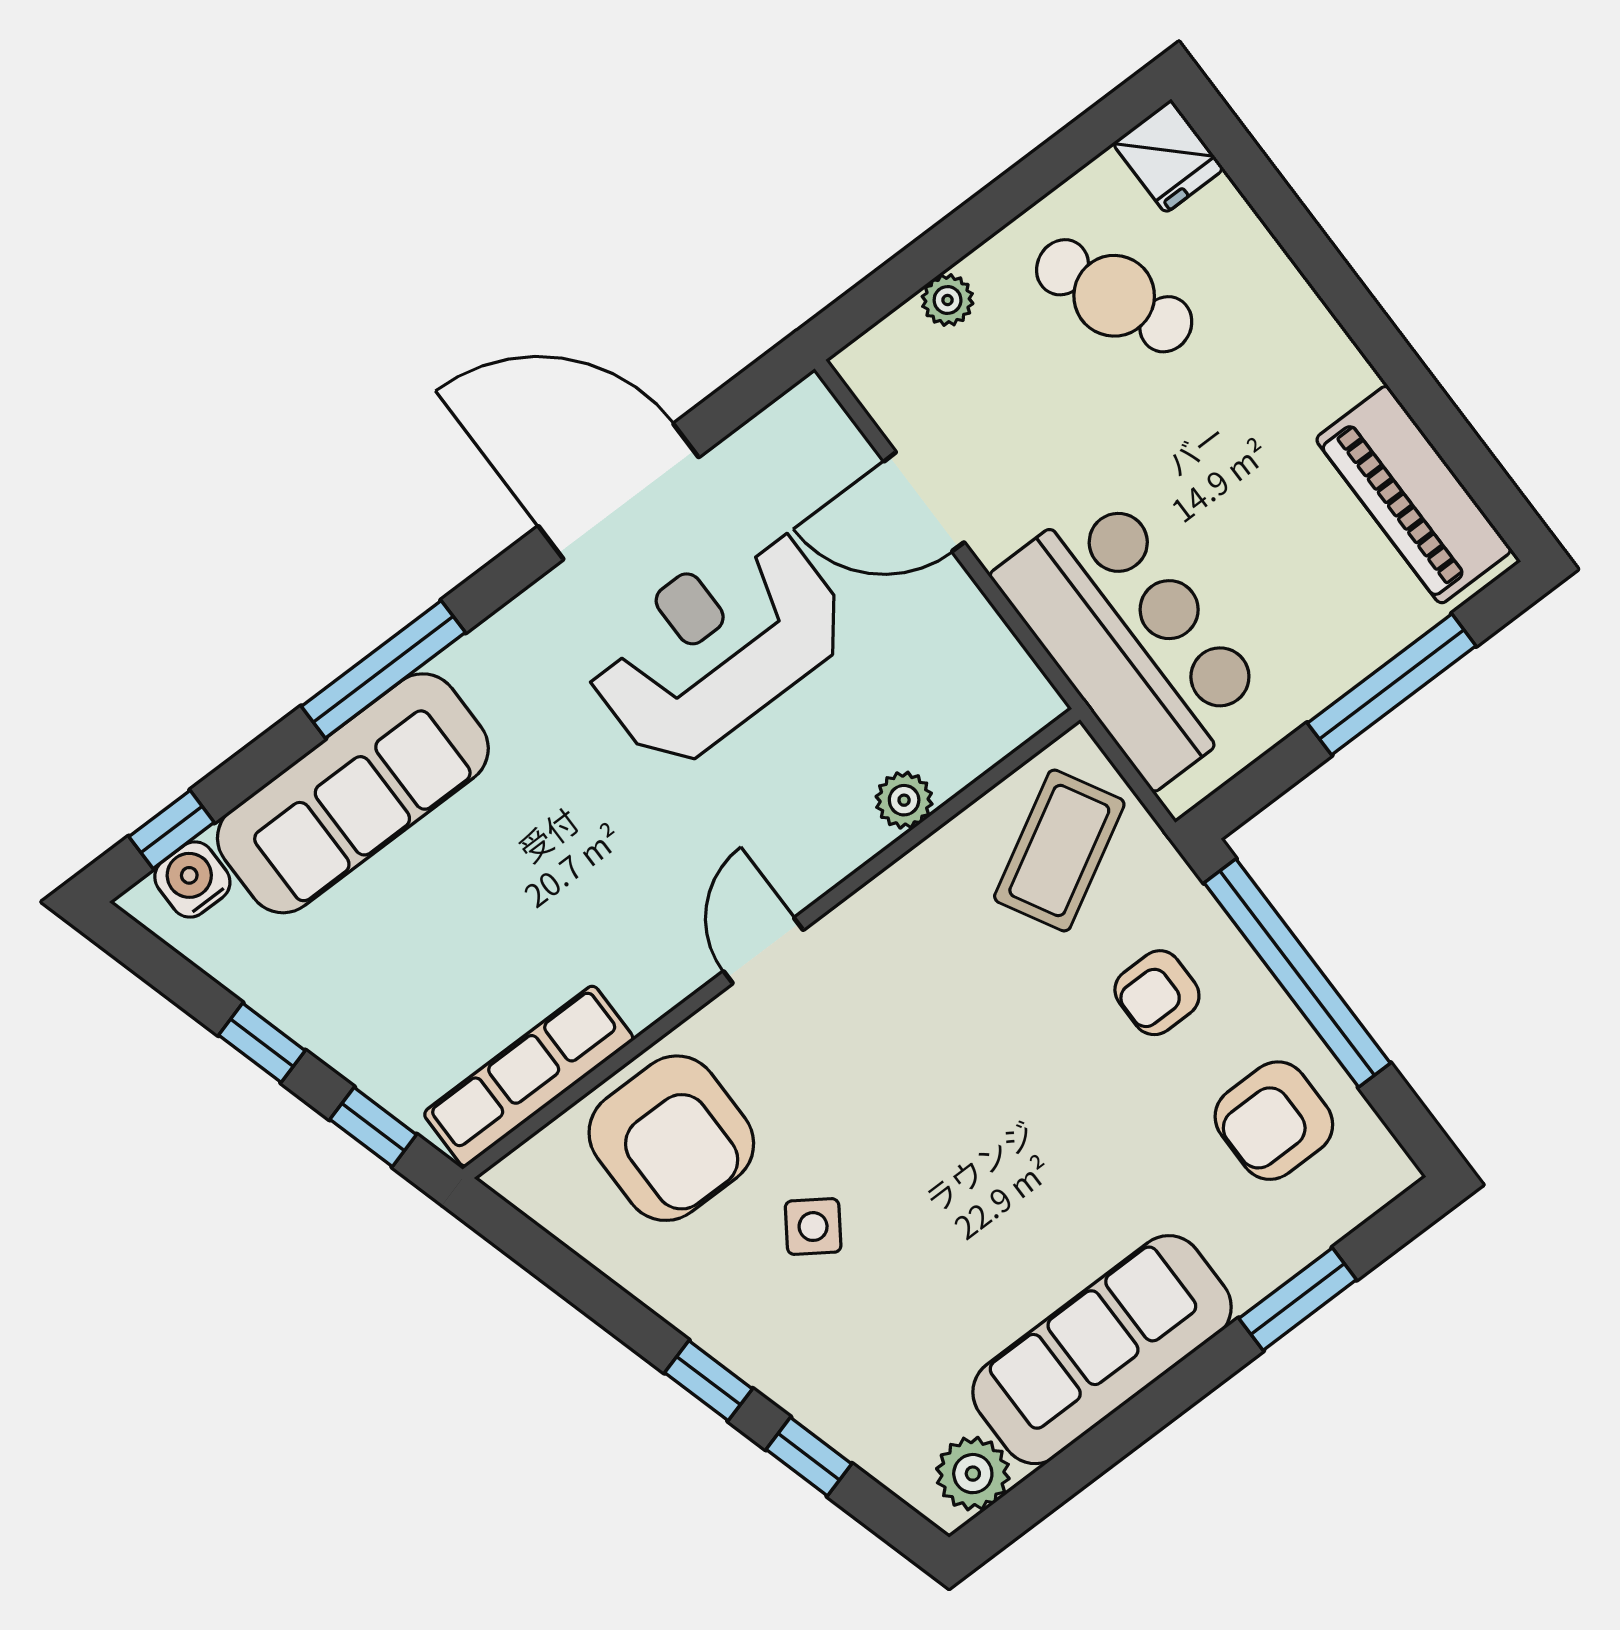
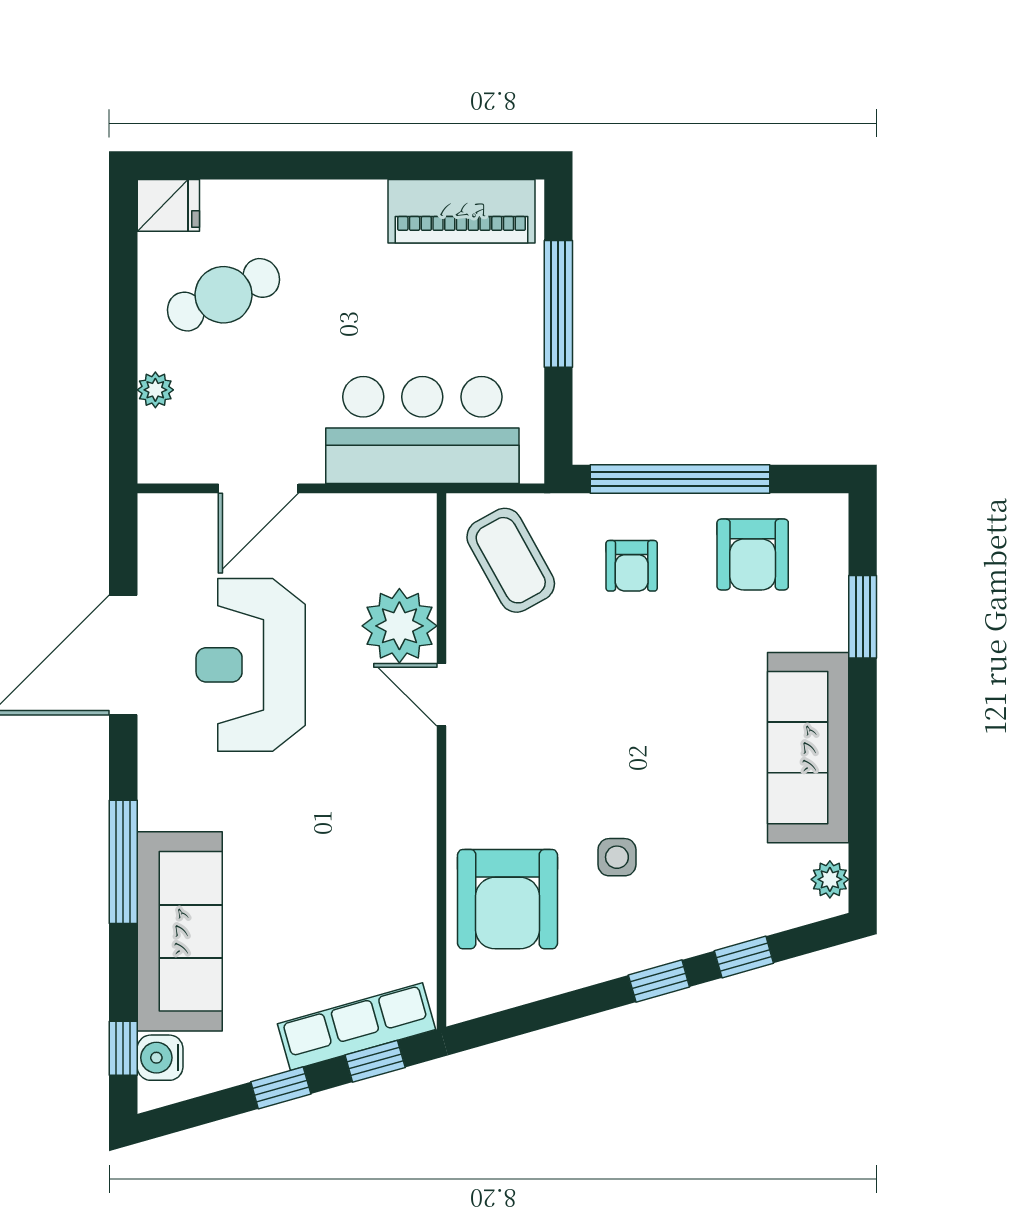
plant: (904, 800) -> (399, 626), width x1.88, depth x1.88
door: (763, 951) -> (441, 695), moved
row of seats: (529, 1076) -> (356, 1027), moved, turned 74
armchair: (671, 1138) -> (508, 899), turned 90
side table: (813, 1227) -> (617, 857), turned -34
plant: (973, 1474) -> (830, 879), width x0.73, depth x0.73

